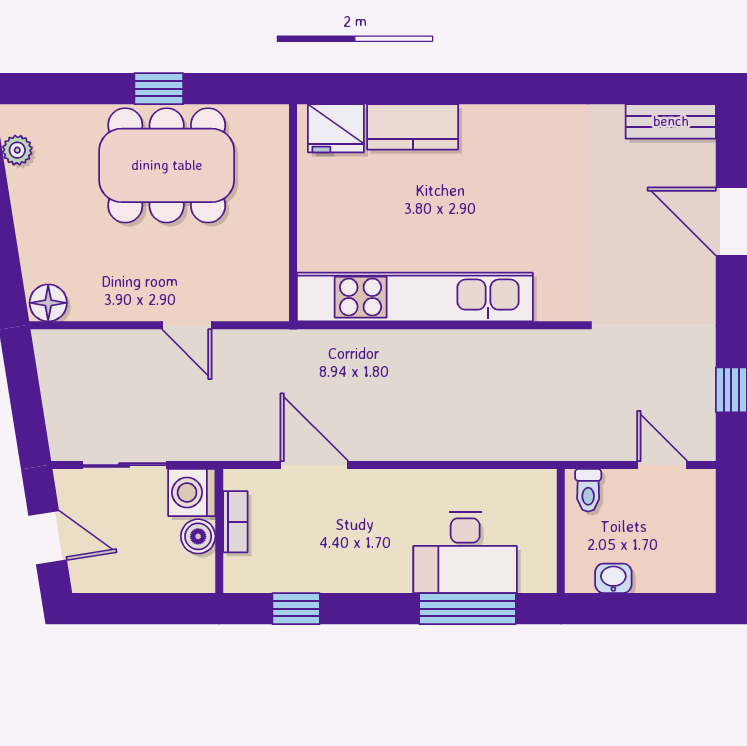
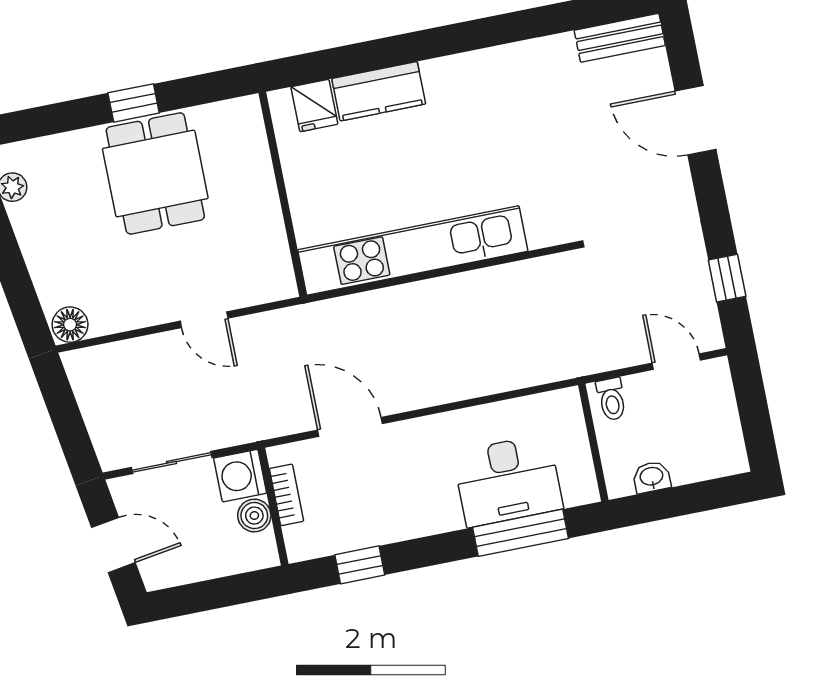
fridge: (336, 128) -> (314, 105), width x0.72
dining table: (167, 165) -> (155, 173), width x0.73

